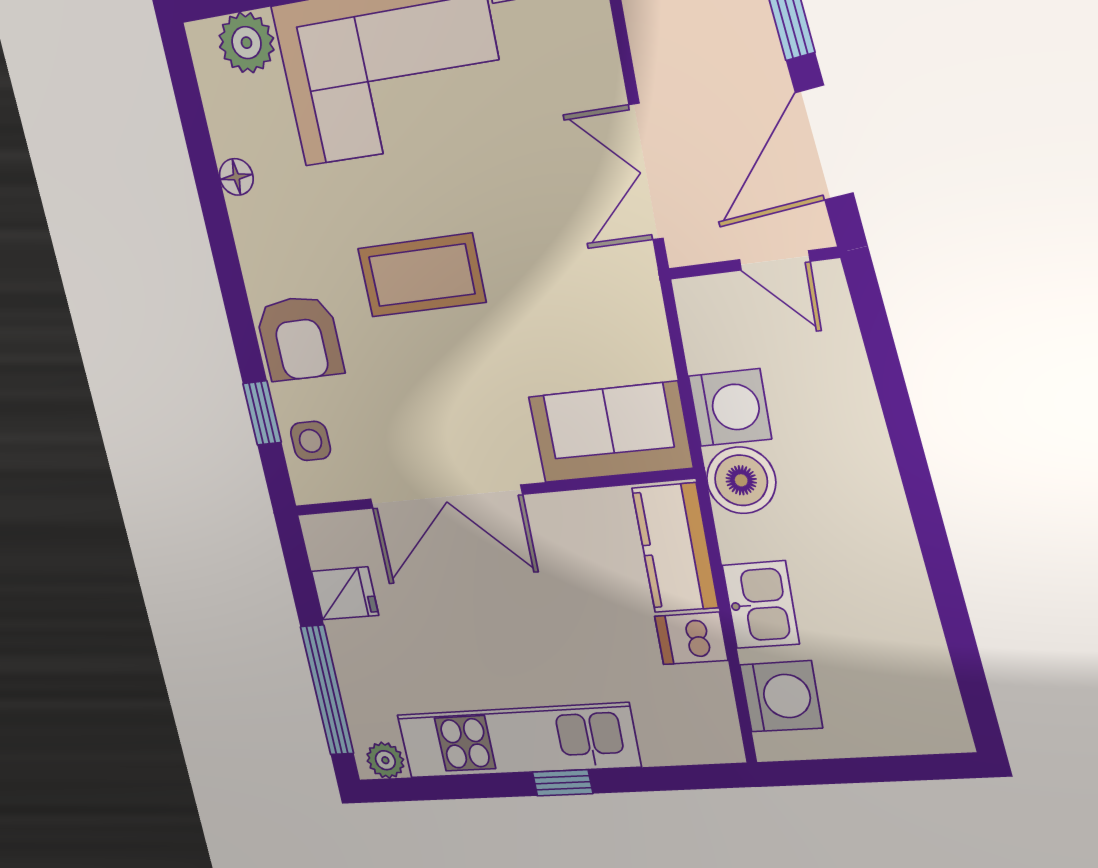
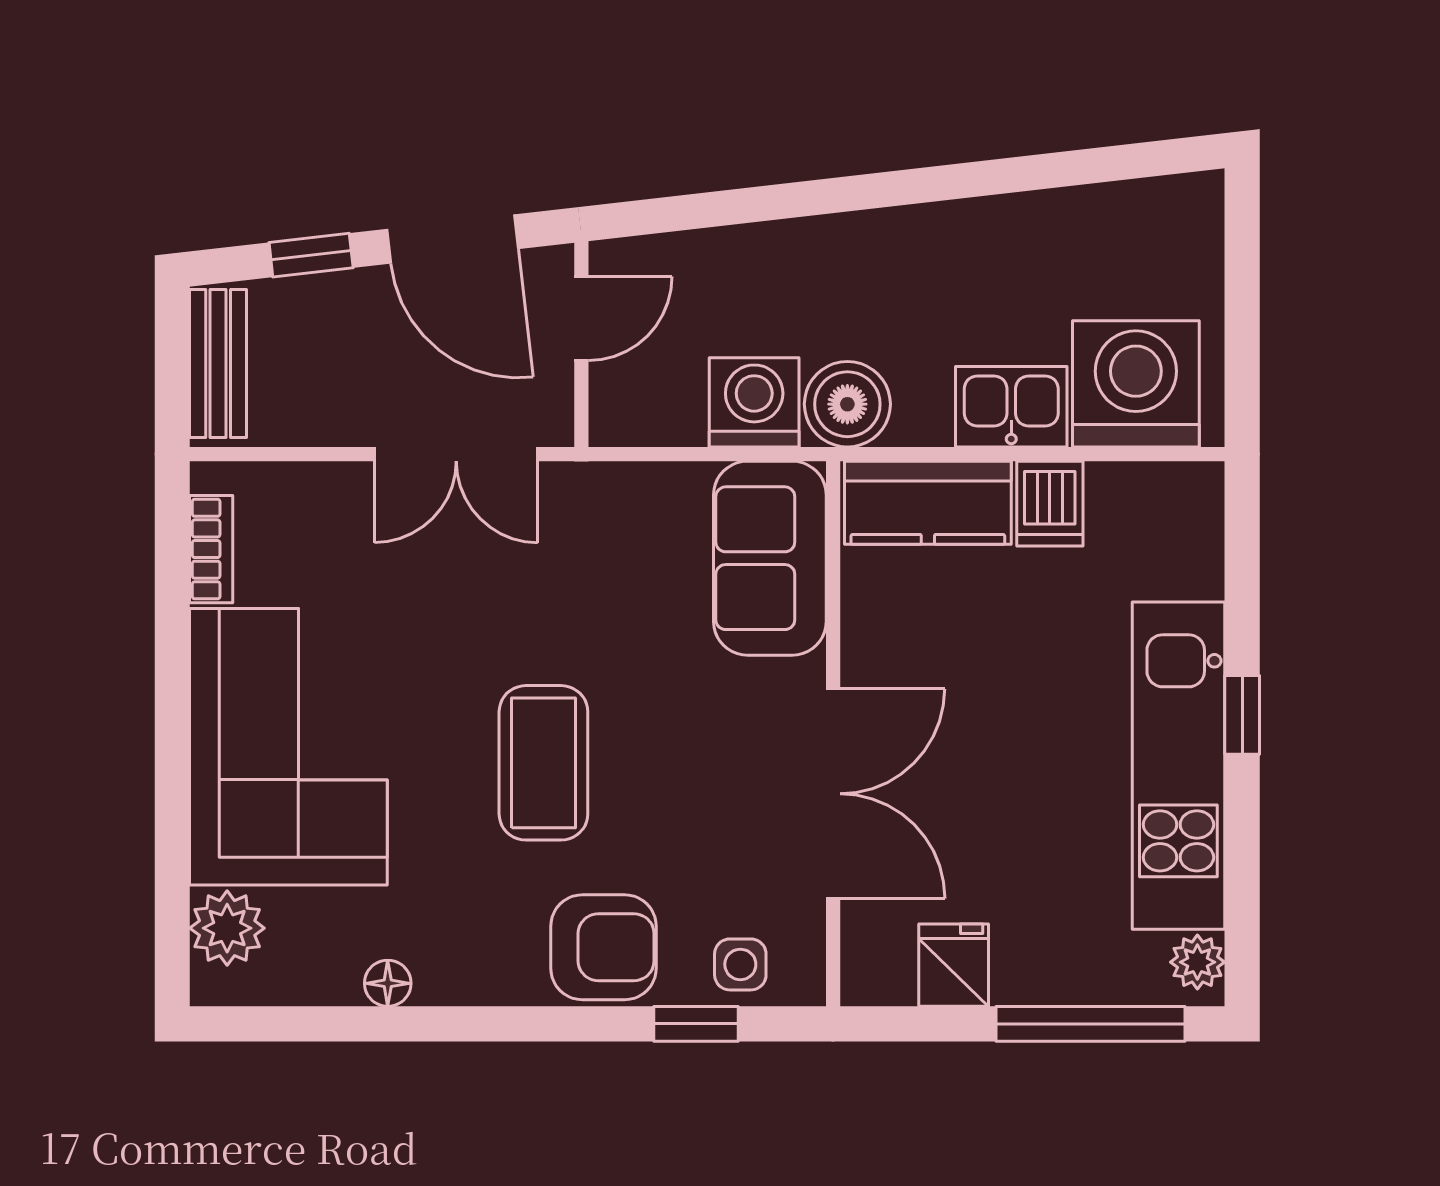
washing machine: (781, 696) -> (1136, 384), width x1.37, depth x1.37

